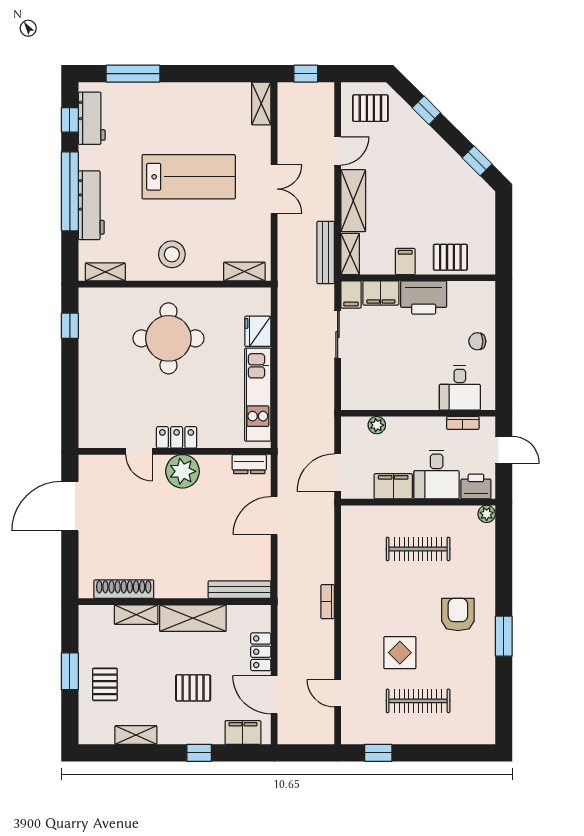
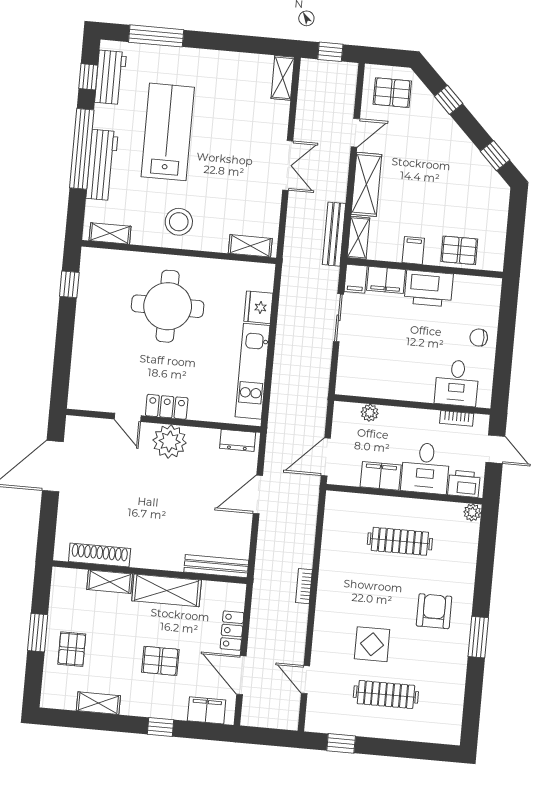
lab bench: (189, 177) -> (168, 132), moved, turned -90

